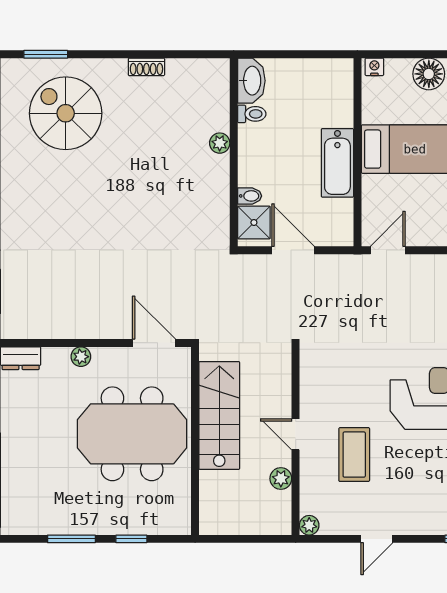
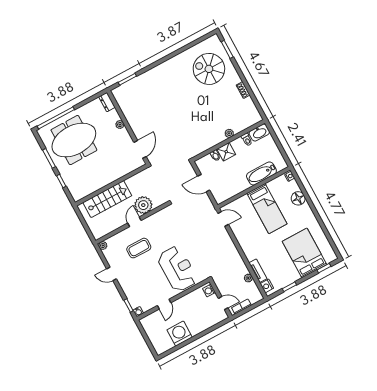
spiral stairs: (66, 113) -> (209, 69), turned -90
bathtub: (337, 163) -> (261, 174), moved
shower: (254, 222) -> (226, 152), moved
door: (293, 250) -> (204, 183), swing flipped
stairs: (219, 415) -> (107, 199), moved
meeting table: (132, 434) -> (74, 140), moved, turned 90
plant: (281, 479) -> (143, 205), moved, width x1.87, depth x1.87

